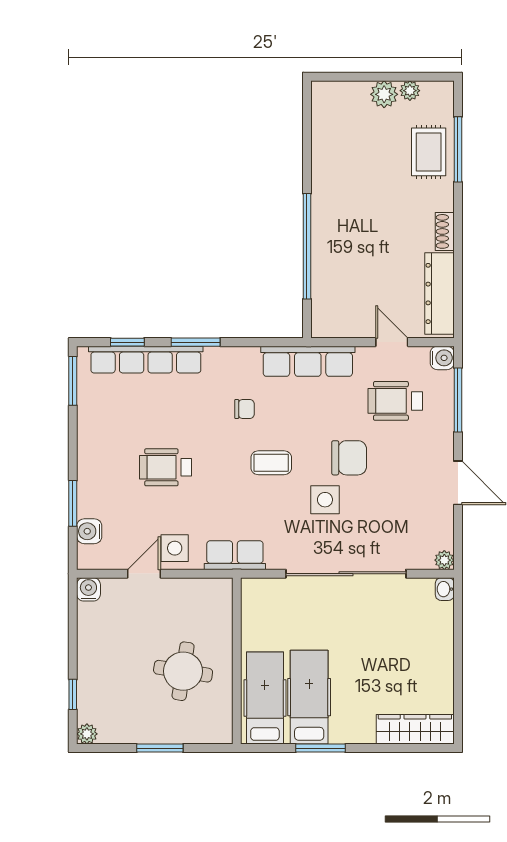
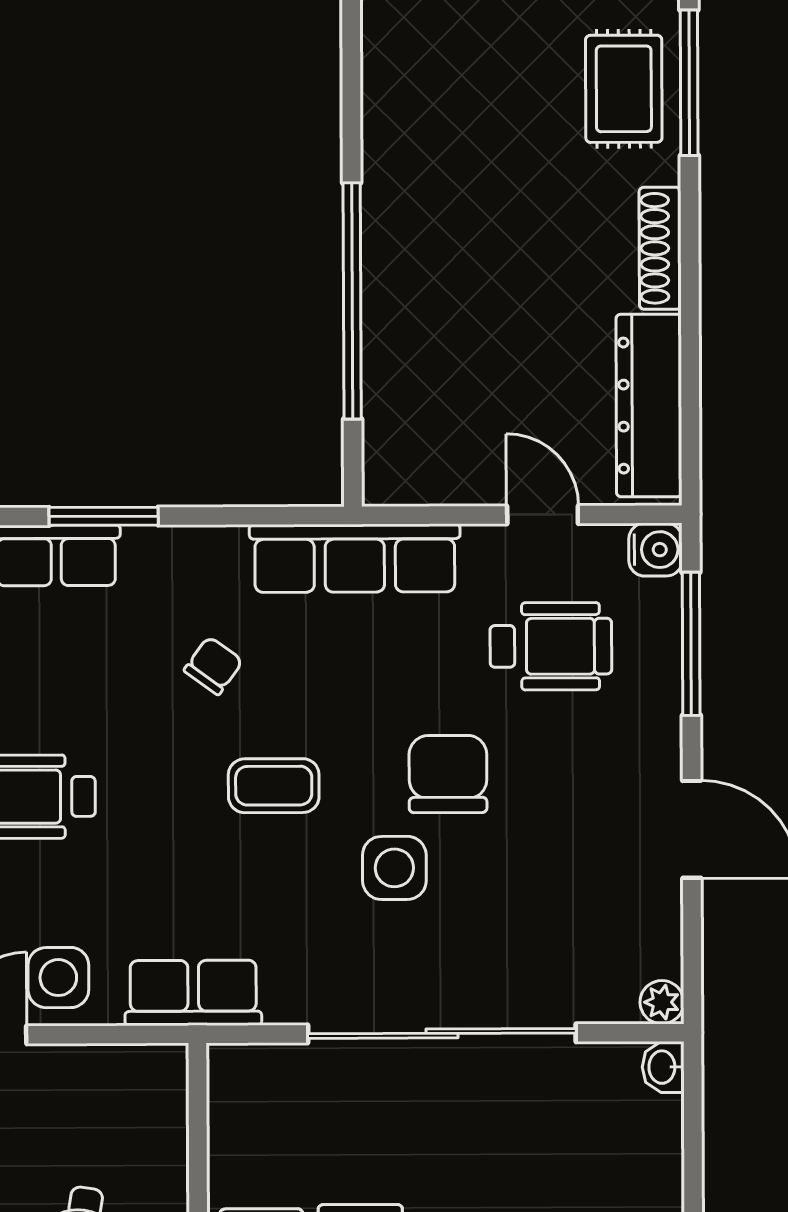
shoe rack: (445, 231) -> (660, 248), width x1.43
wheelchair: (395, 401) -> (551, 646), turned 180
chair: (244, 409) -> (213, 666), turned -54
chair: (349, 458) -> (448, 774), turned -90

